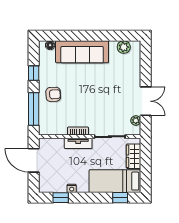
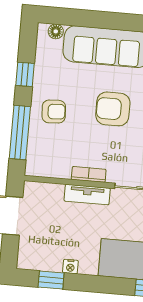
armchair: (89, 90) -> (113, 109), added

